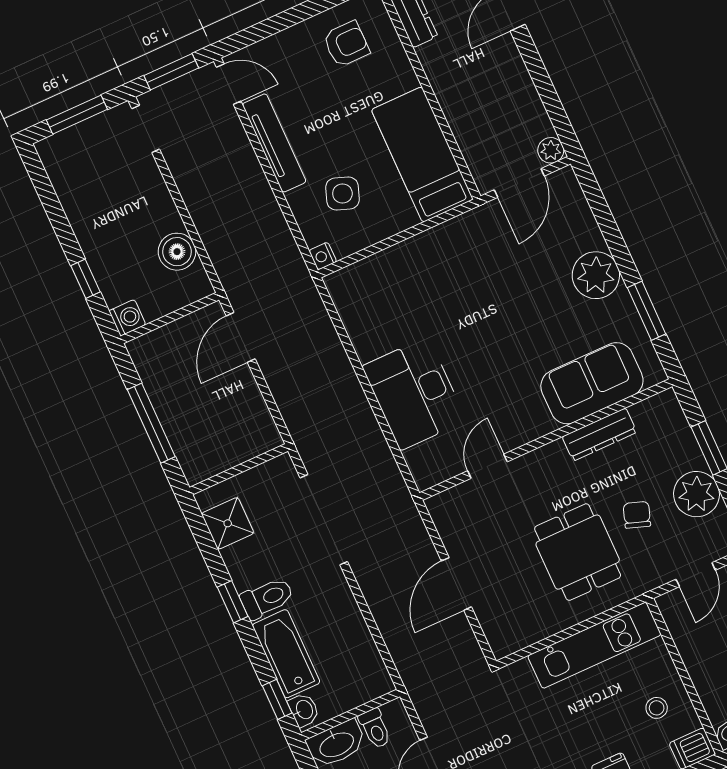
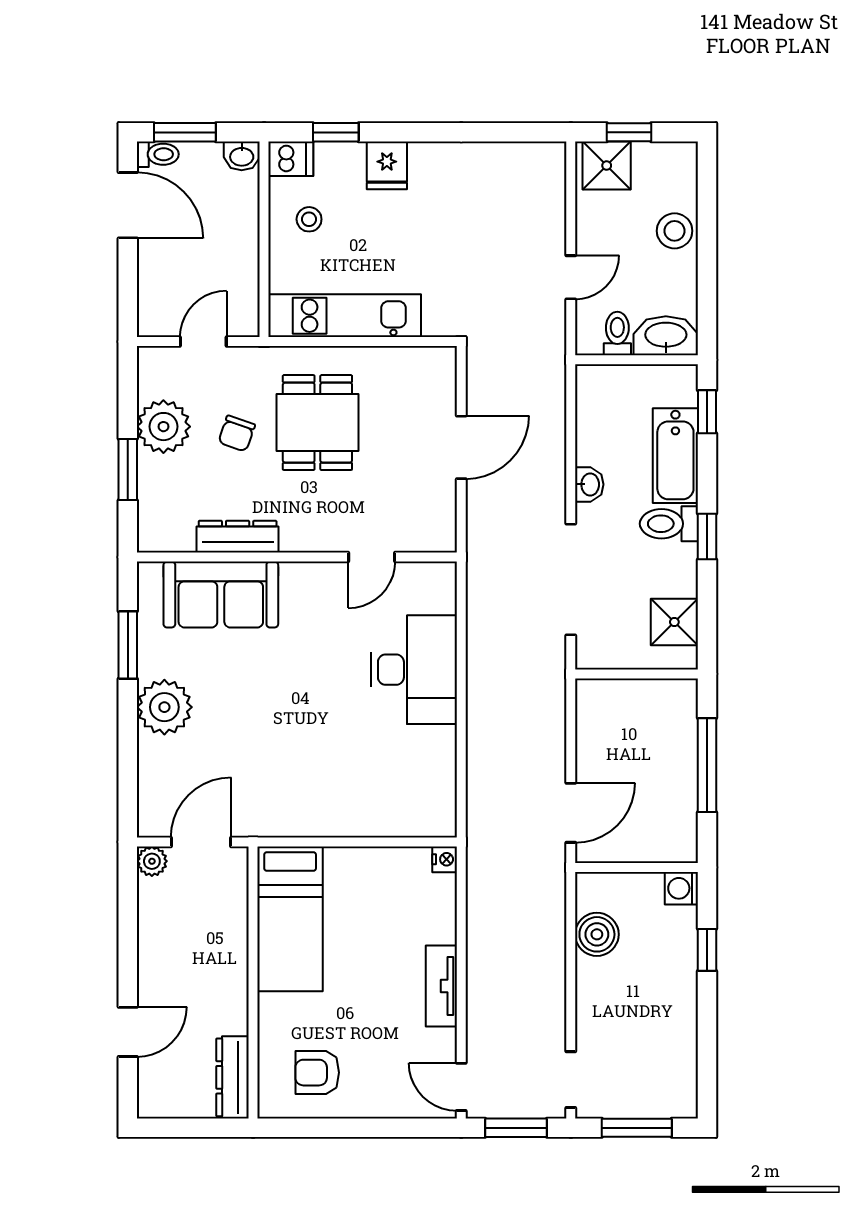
tv unit: (274, 143) -> (441, 986), width x0.71
side table: (342, 193) -> (393, 916), removed
washbasin: (304, 710) -> (589, 484), moved, turned 180

